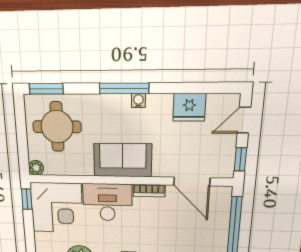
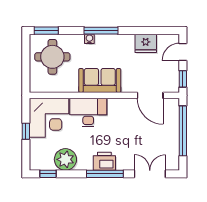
water cooler: (138, 101) -> (89, 39), moved
plant: (36, 168) -> (35, 87), removed
bookcase: (149, 191) -> (119, 103), removed
window: (27, 199) -> (26, 131), moved

